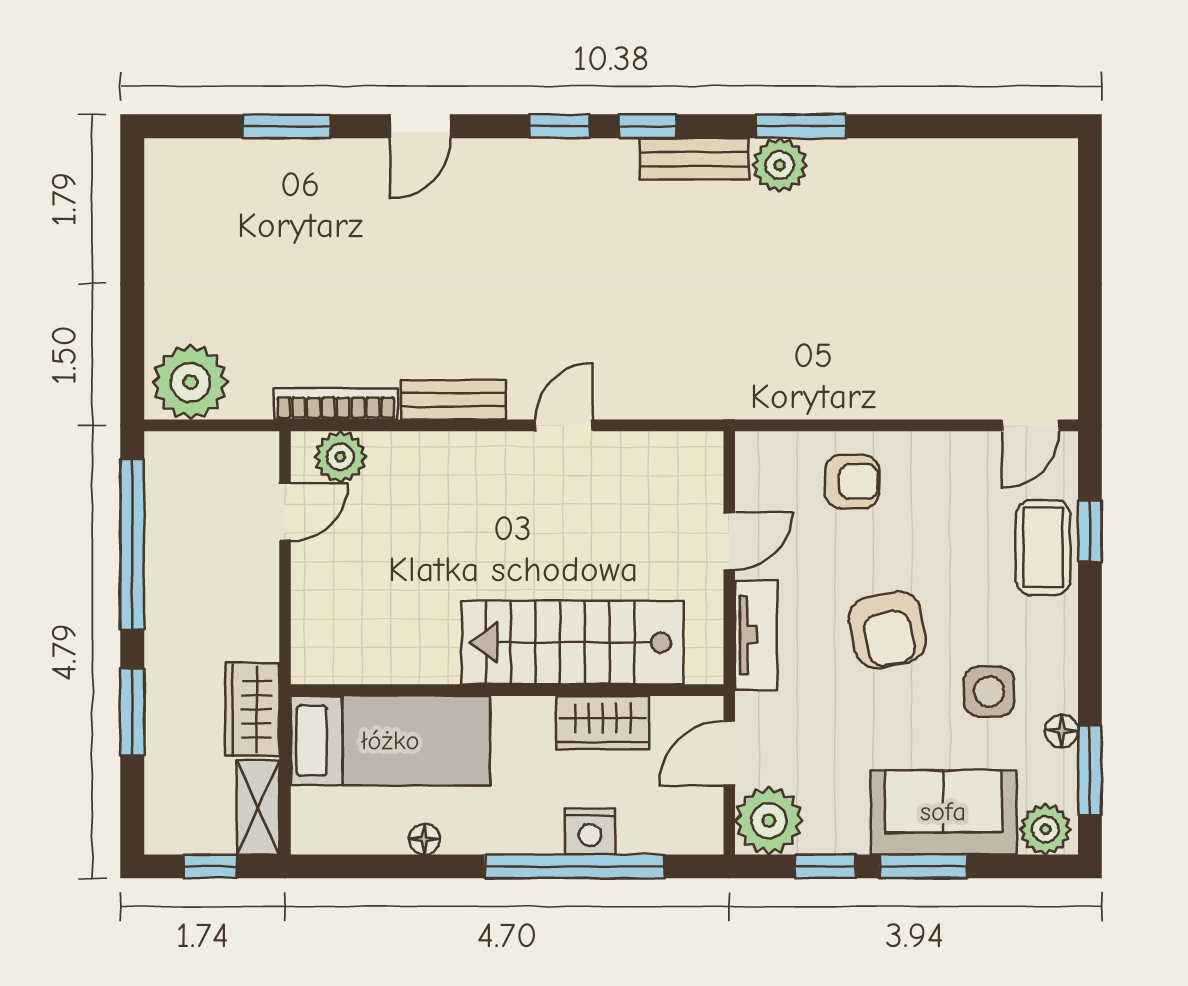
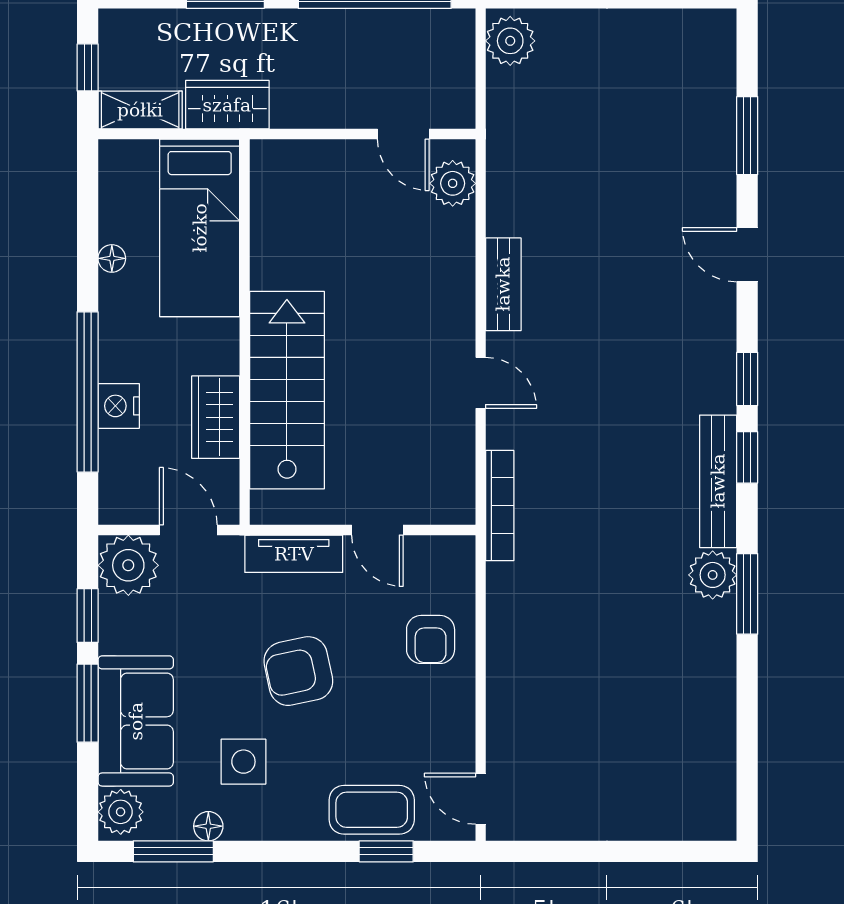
bench: (694, 159) -> (718, 481), width x1.36
plant: (190, 382) -> (510, 41), width x0.73, depth x0.73
bookcase: (336, 404) -> (500, 506), moved

